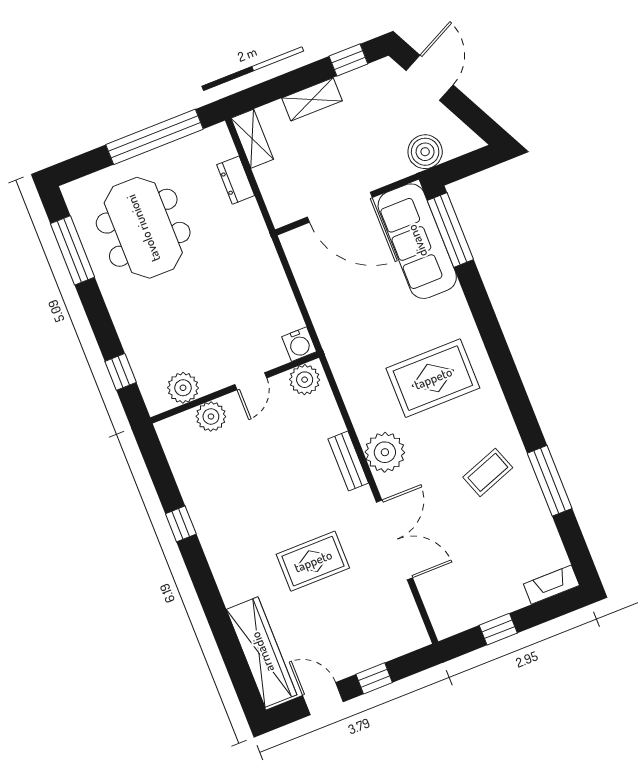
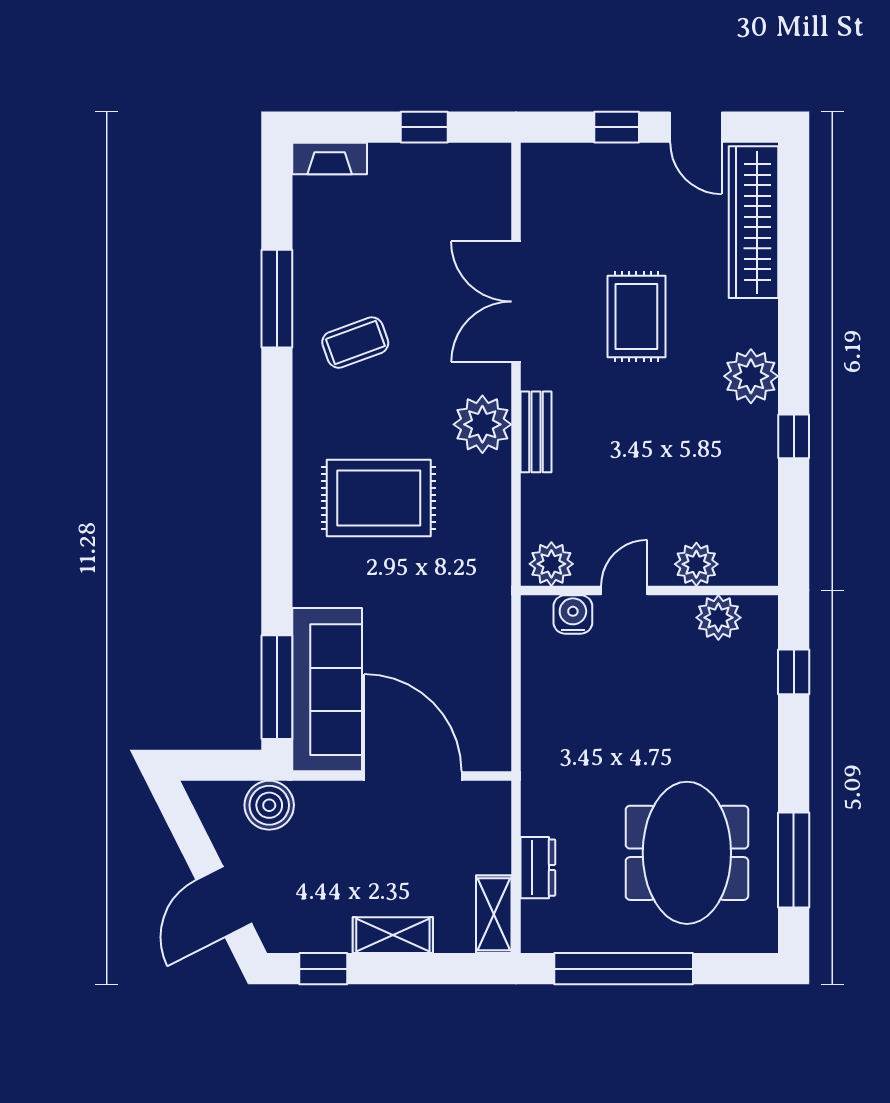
water cooler: (299, 344) -> (573, 614), moved
plant: (224, 552) -> (751, 376), added
rug: (313, 561) -> (636, 317), turned 90

